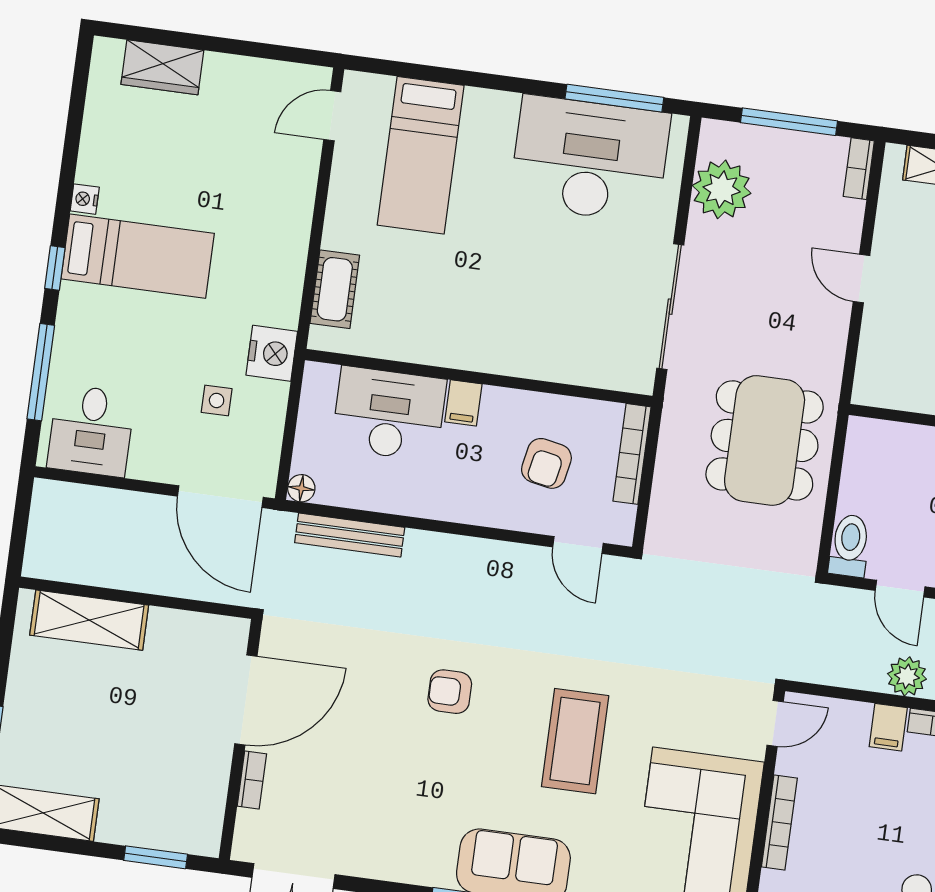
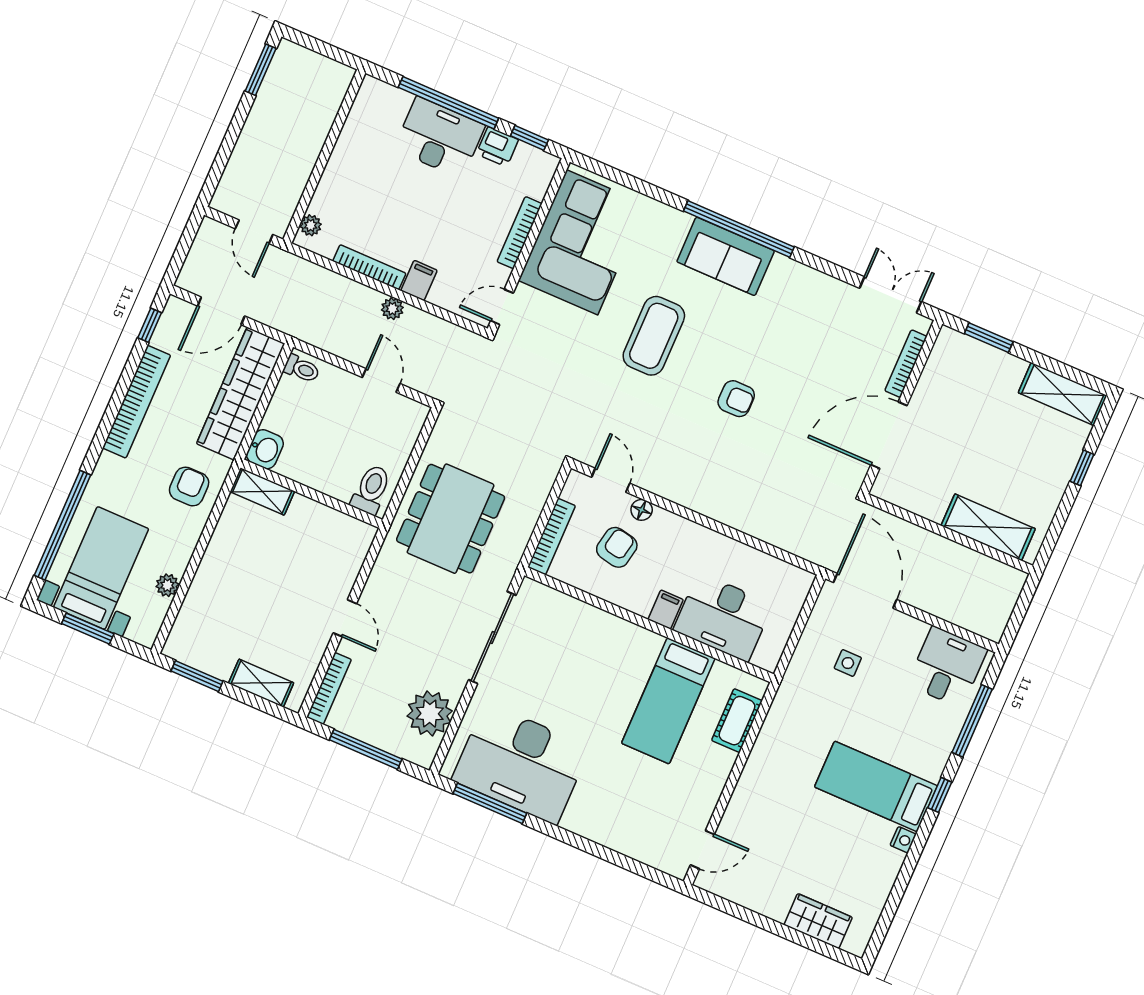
bed: (421, 155) -> (668, 701), moved, turned 180
bookcase: (859, 169) -> (329, 688), width x1.56
nightstand: (272, 353) -> (797, 686), removed
floor lamp: (301, 488) -> (642, 510), moved
bench: (350, 535) -> (777, 536), removed
toilet: (850, 546) -> (371, 489), moved, turned 180
plant: (907, 676) -> (392, 309), width x0.73, depth x0.73
bookcase: (252, 780) -> (906, 364), width x1.56

